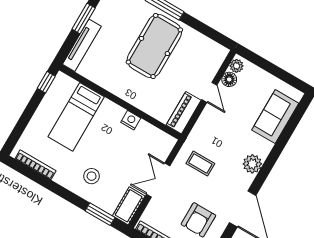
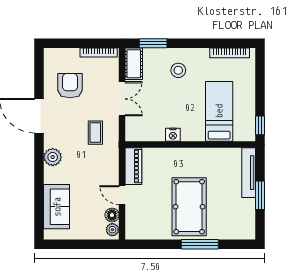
coffee table: (200, 164) -> (95, 133), turned 90

